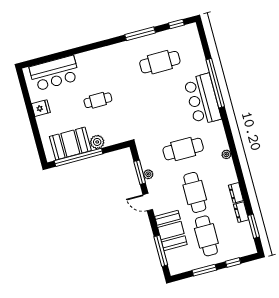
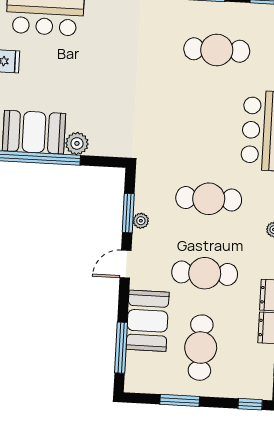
cafe table: (98, 100) -> (100, 78), removed
cafe table: (195, 192) -> (205, 273), turned 90
door: (148, 202) -> (126, 264), hinge flipped
window: (233, 262) -> (250, 404), moved

